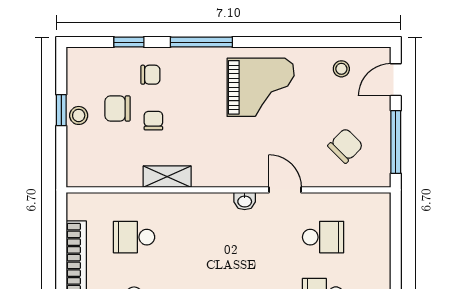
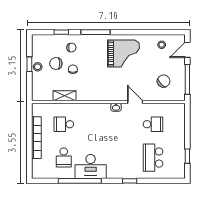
shelving: (167, 177) -> (65, 96), moved

